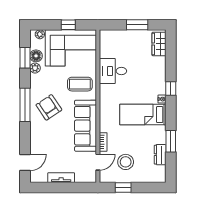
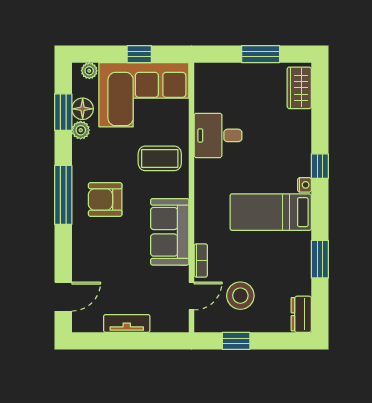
armchair: (49, 107) -> (105, 199), turned -56
sofa: (86, 126) -> (170, 232), width x0.73
dresser: (160, 155) -> (301, 314), moved

